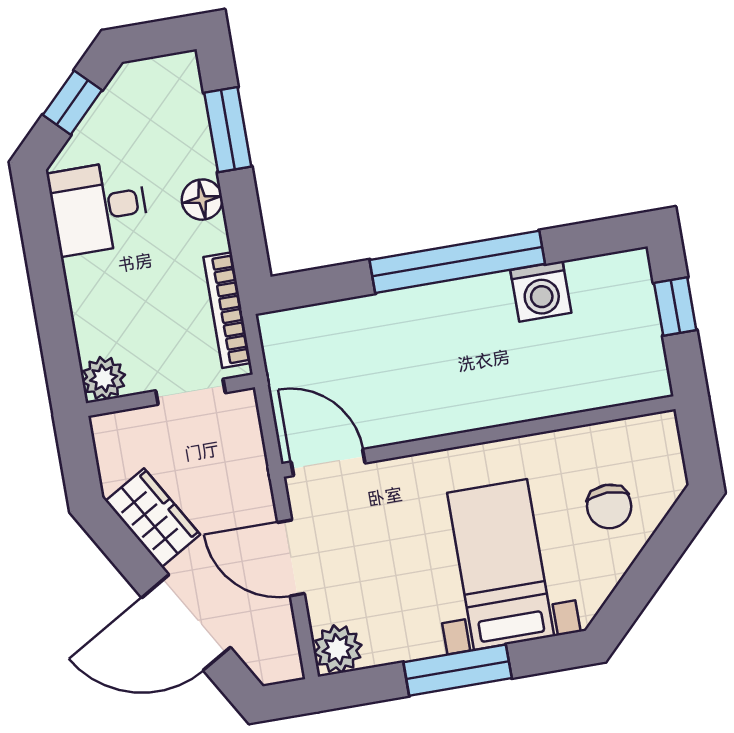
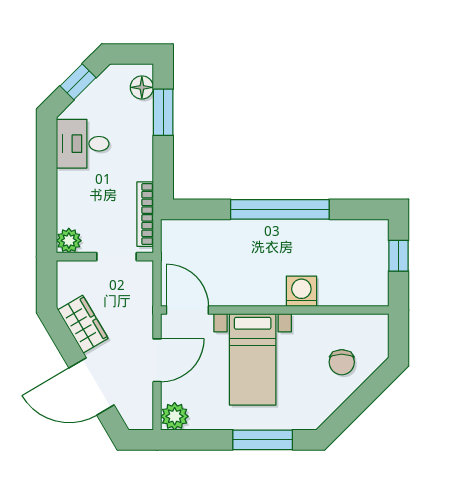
floor lamp: (202, 200) -> (142, 87), moved
washing machine: (541, 291) -> (301, 291), moved, turned 180
door: (291, 558) -> (157, 360), swing flipped
bed with nightstands: (501, 564) -> (253, 359), moved, turned 180
window: (458, 670) -> (263, 440), moved

